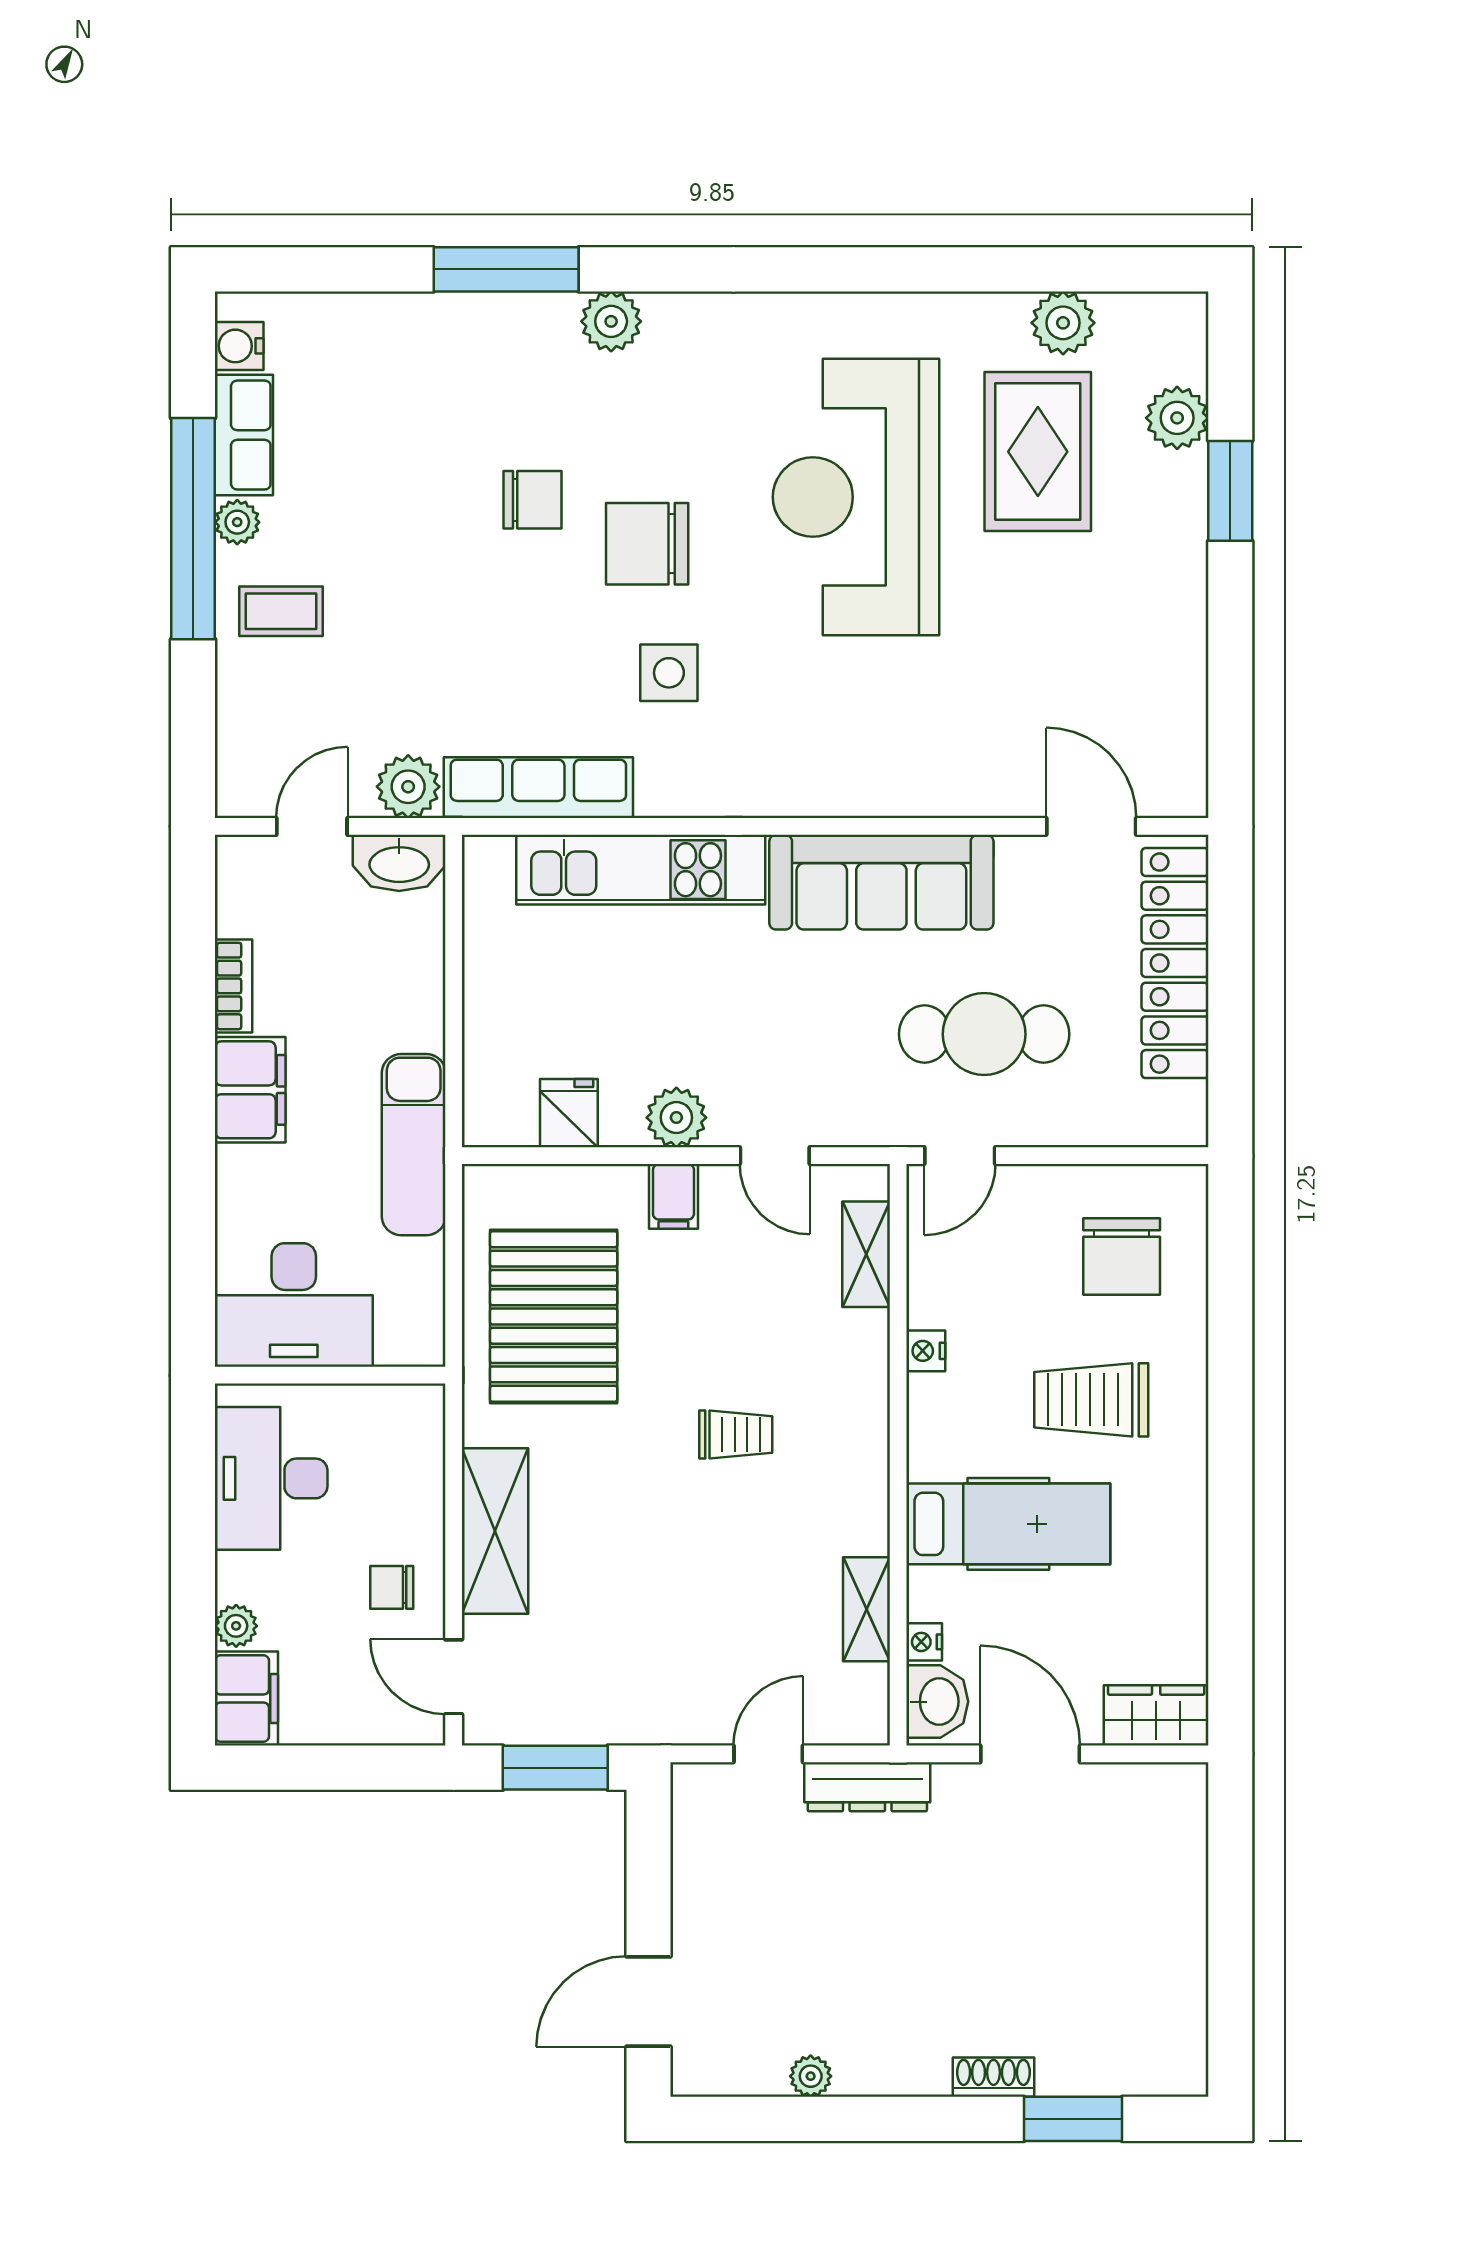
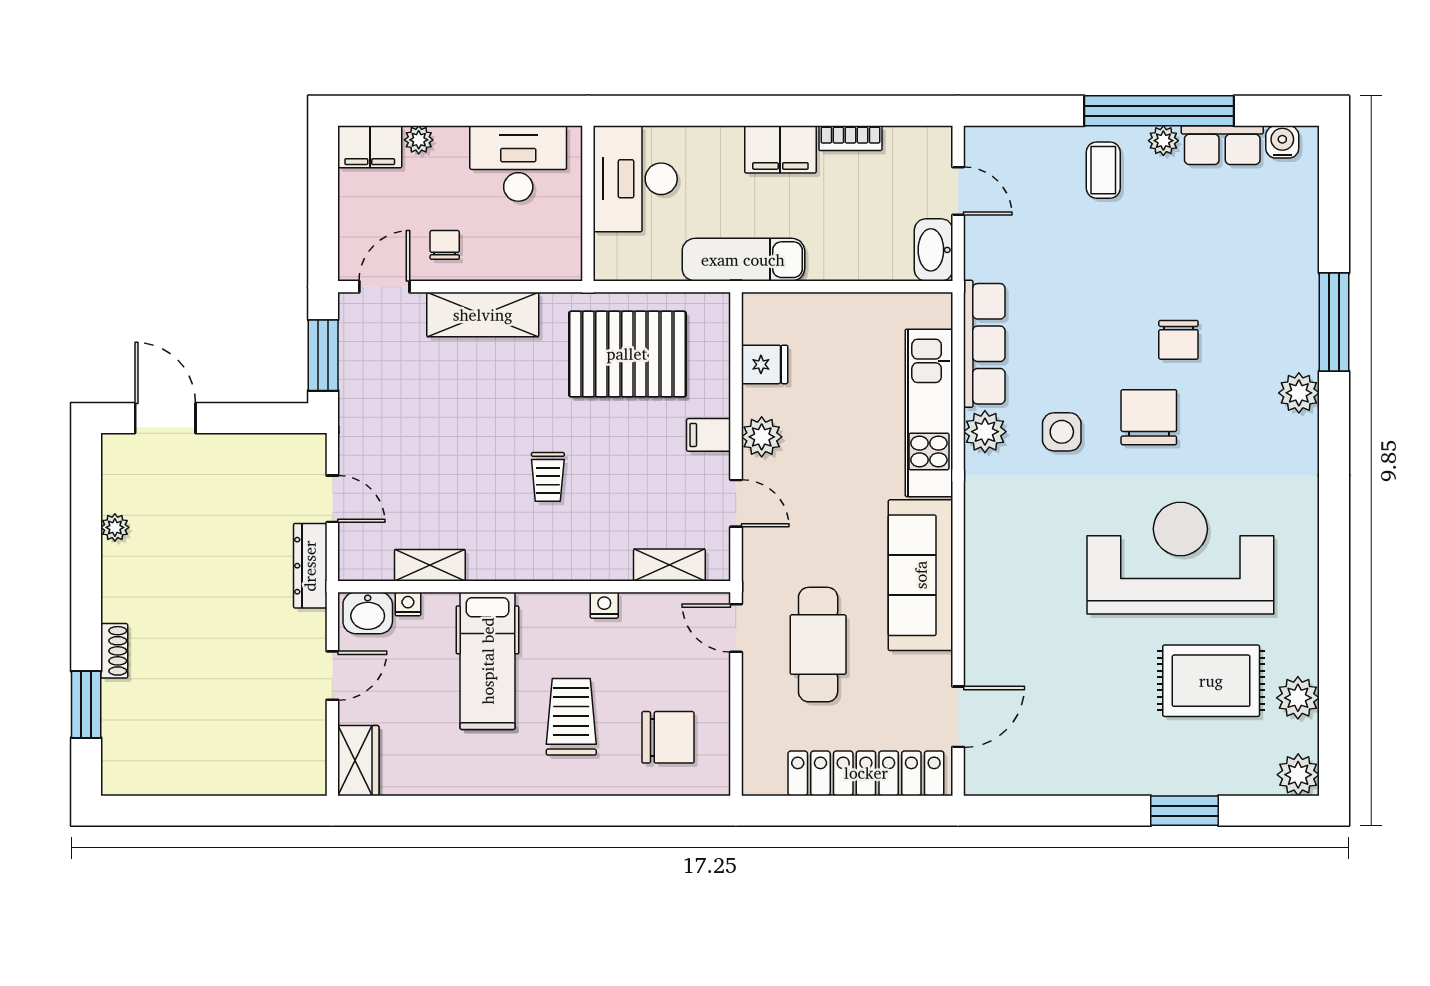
plant: (1177, 418) -> (1298, 775), moved
plant: (408, 787) -> (985, 432), moved
door: (775, 1156) -> (736, 503), swing flipped
chair: (1122, 1257) -> (668, 737), turned 180
door: (1030, 1754) -> (332, 676), width x0.73

